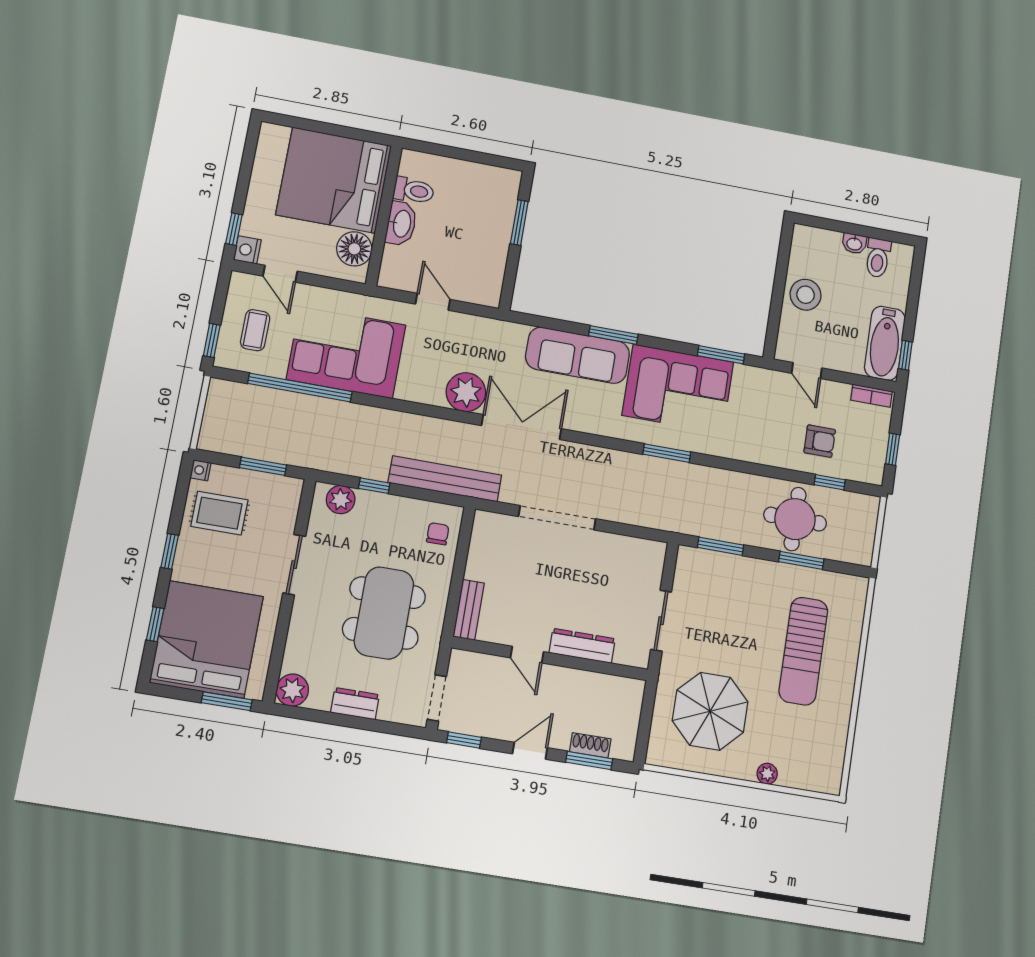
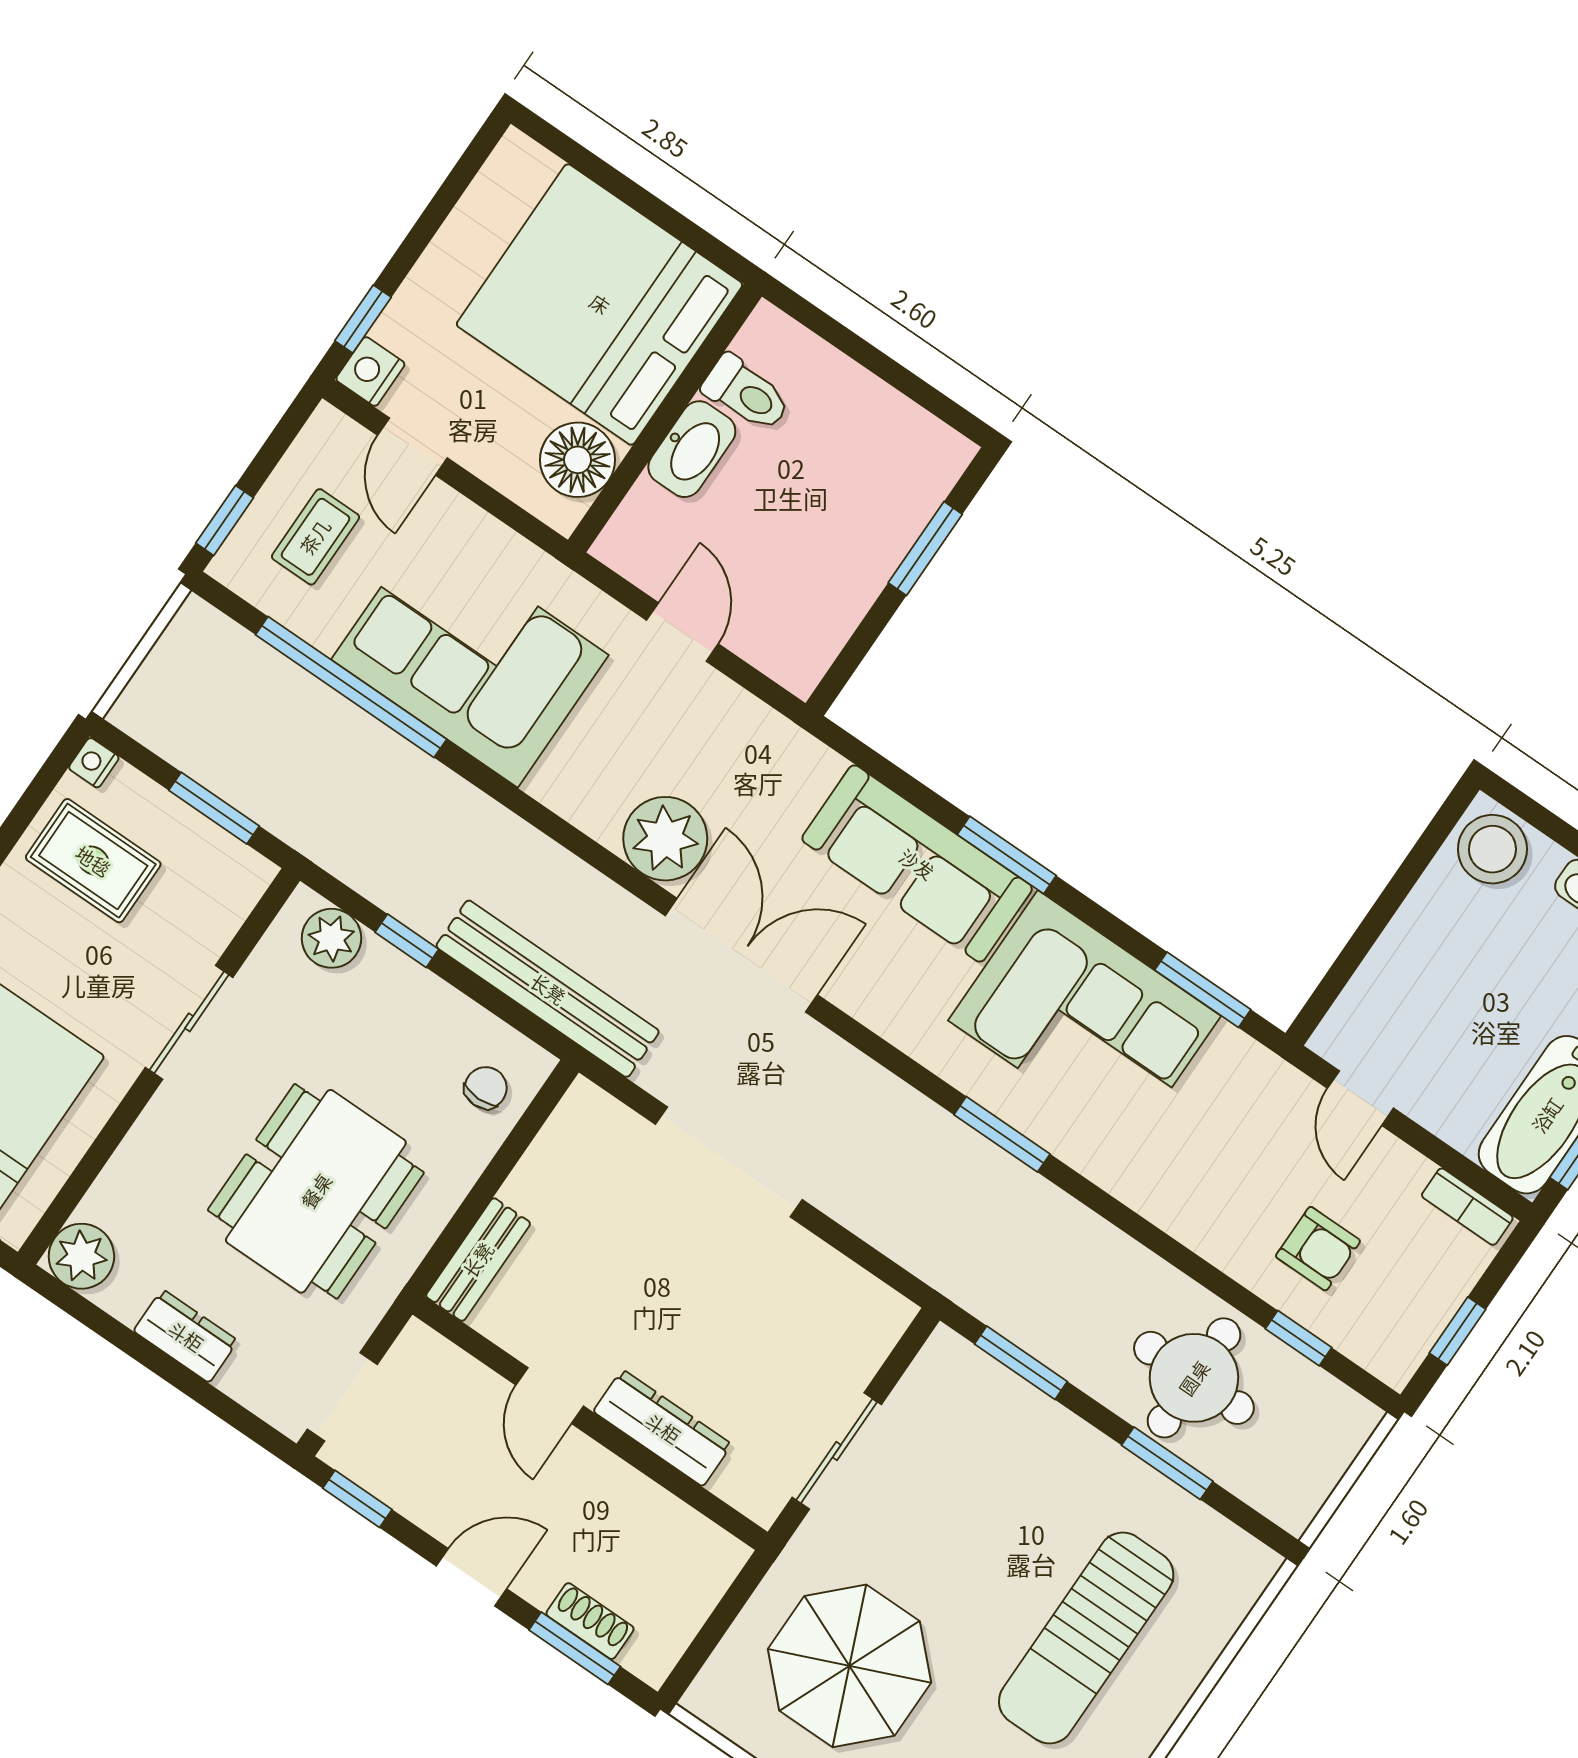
stool: (806, 295) -> (1492, 849), moved

